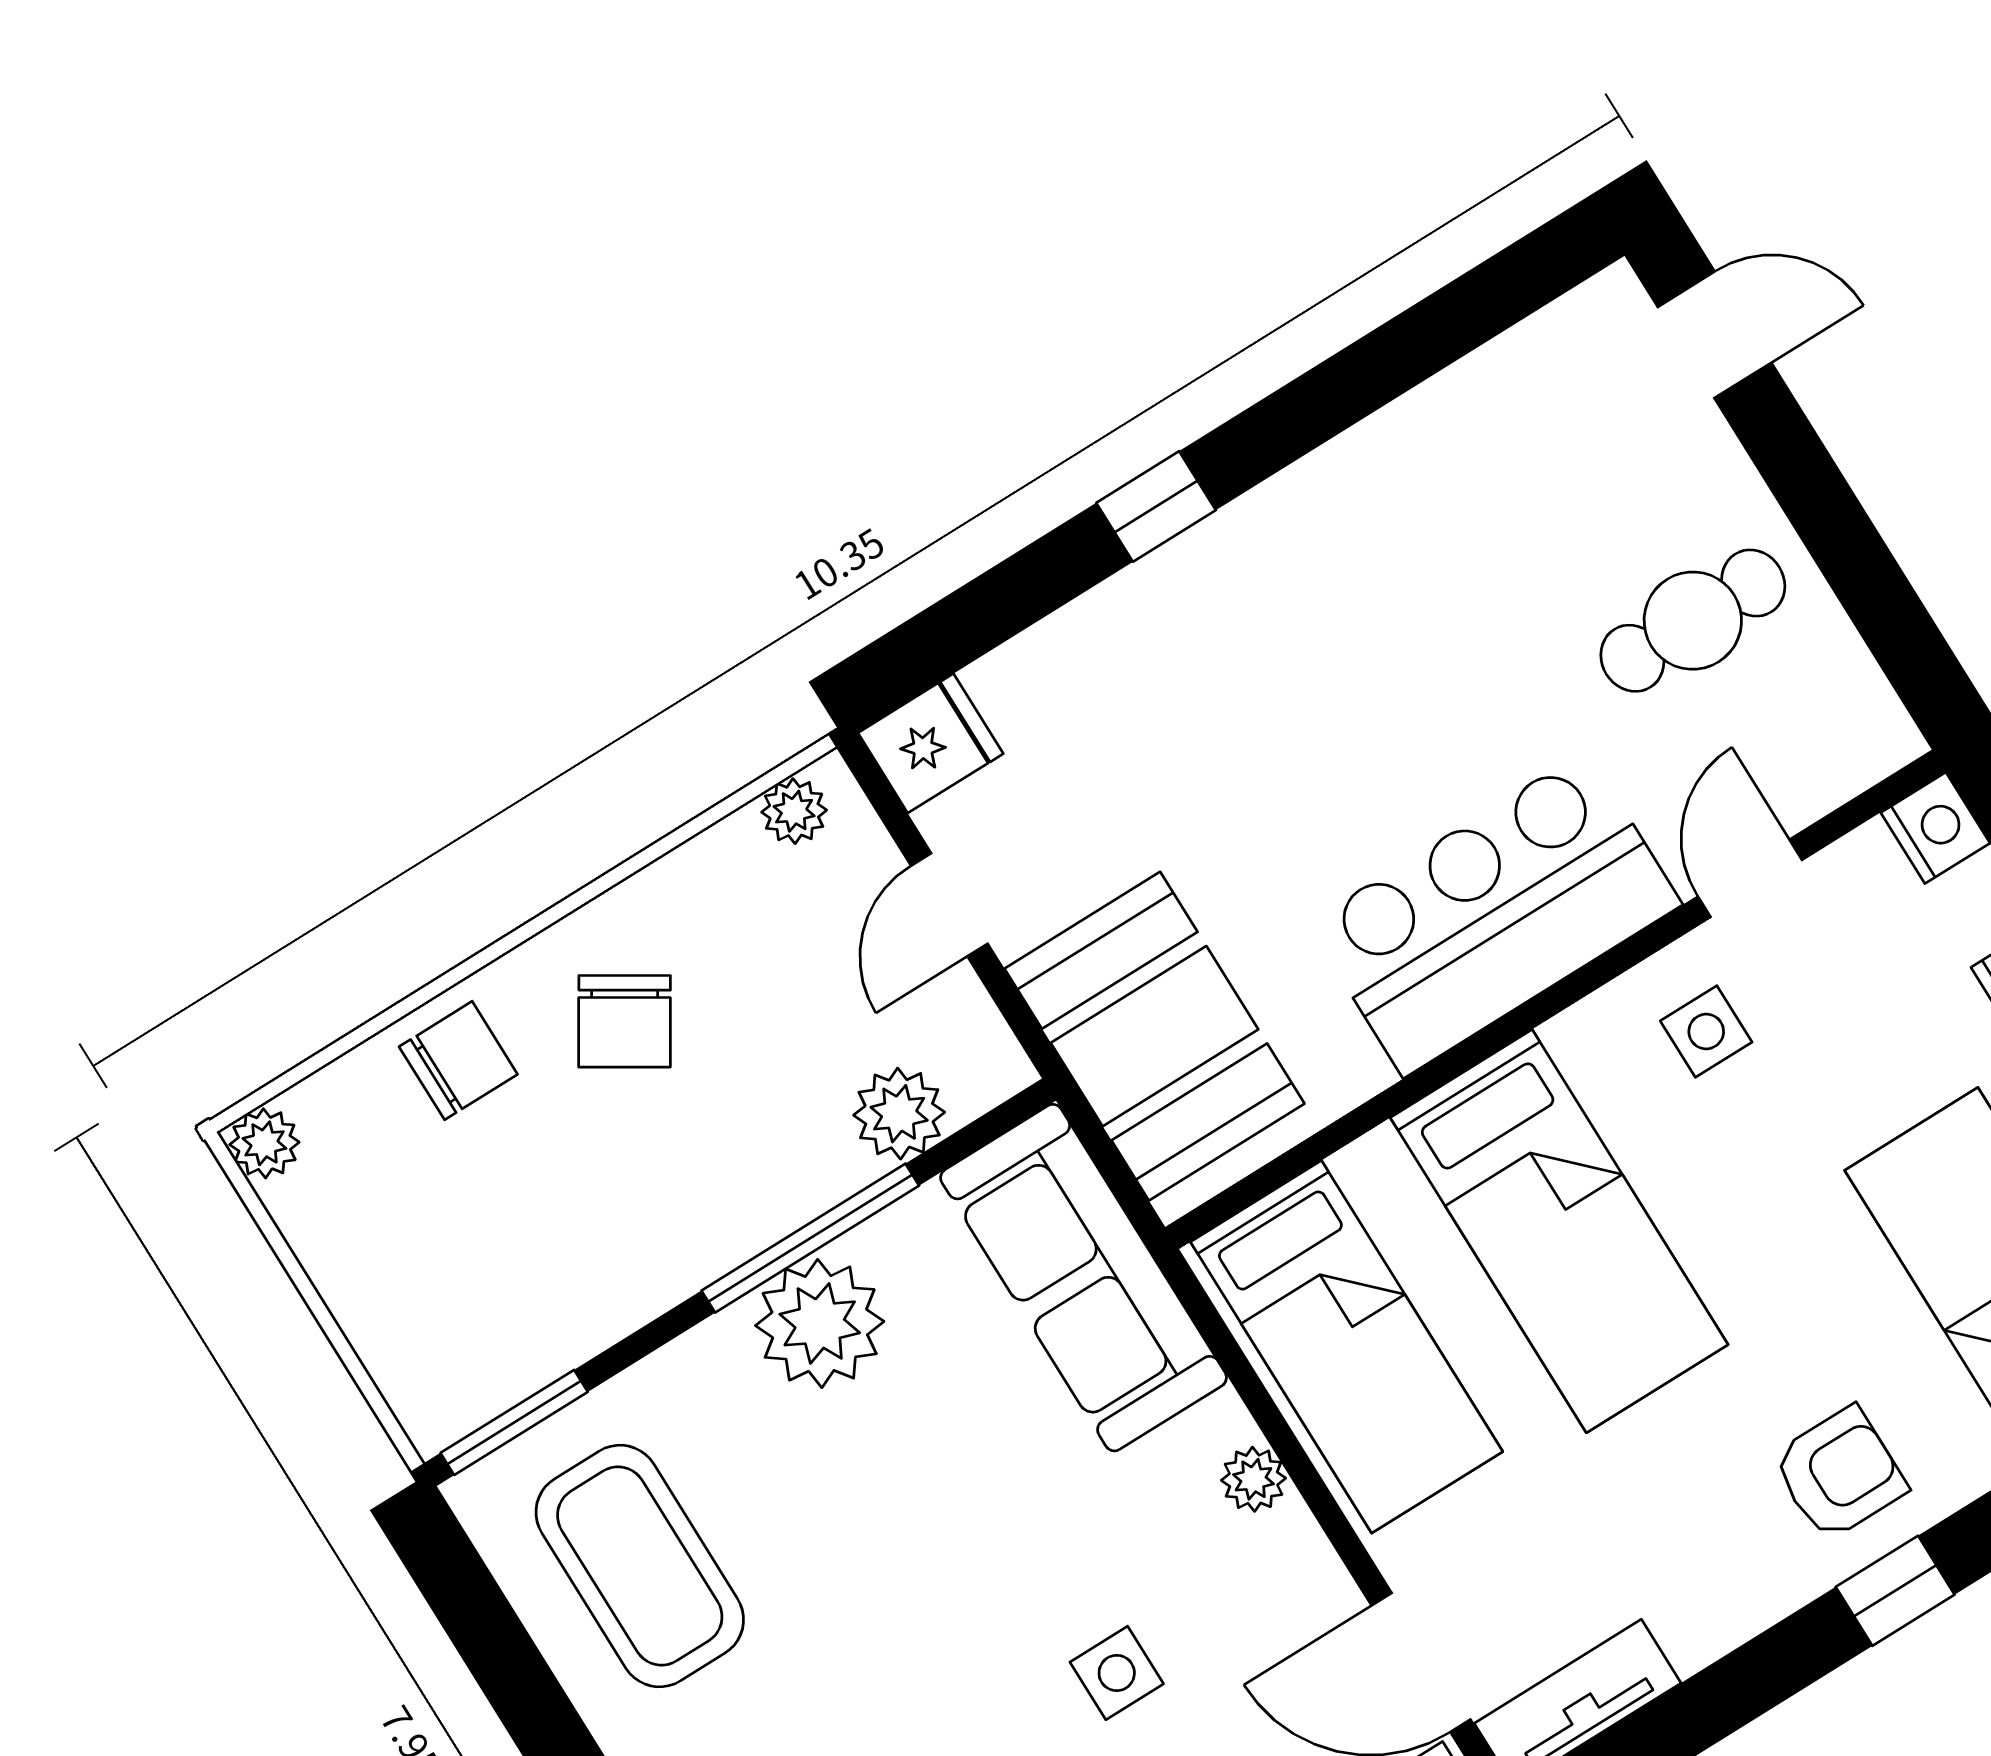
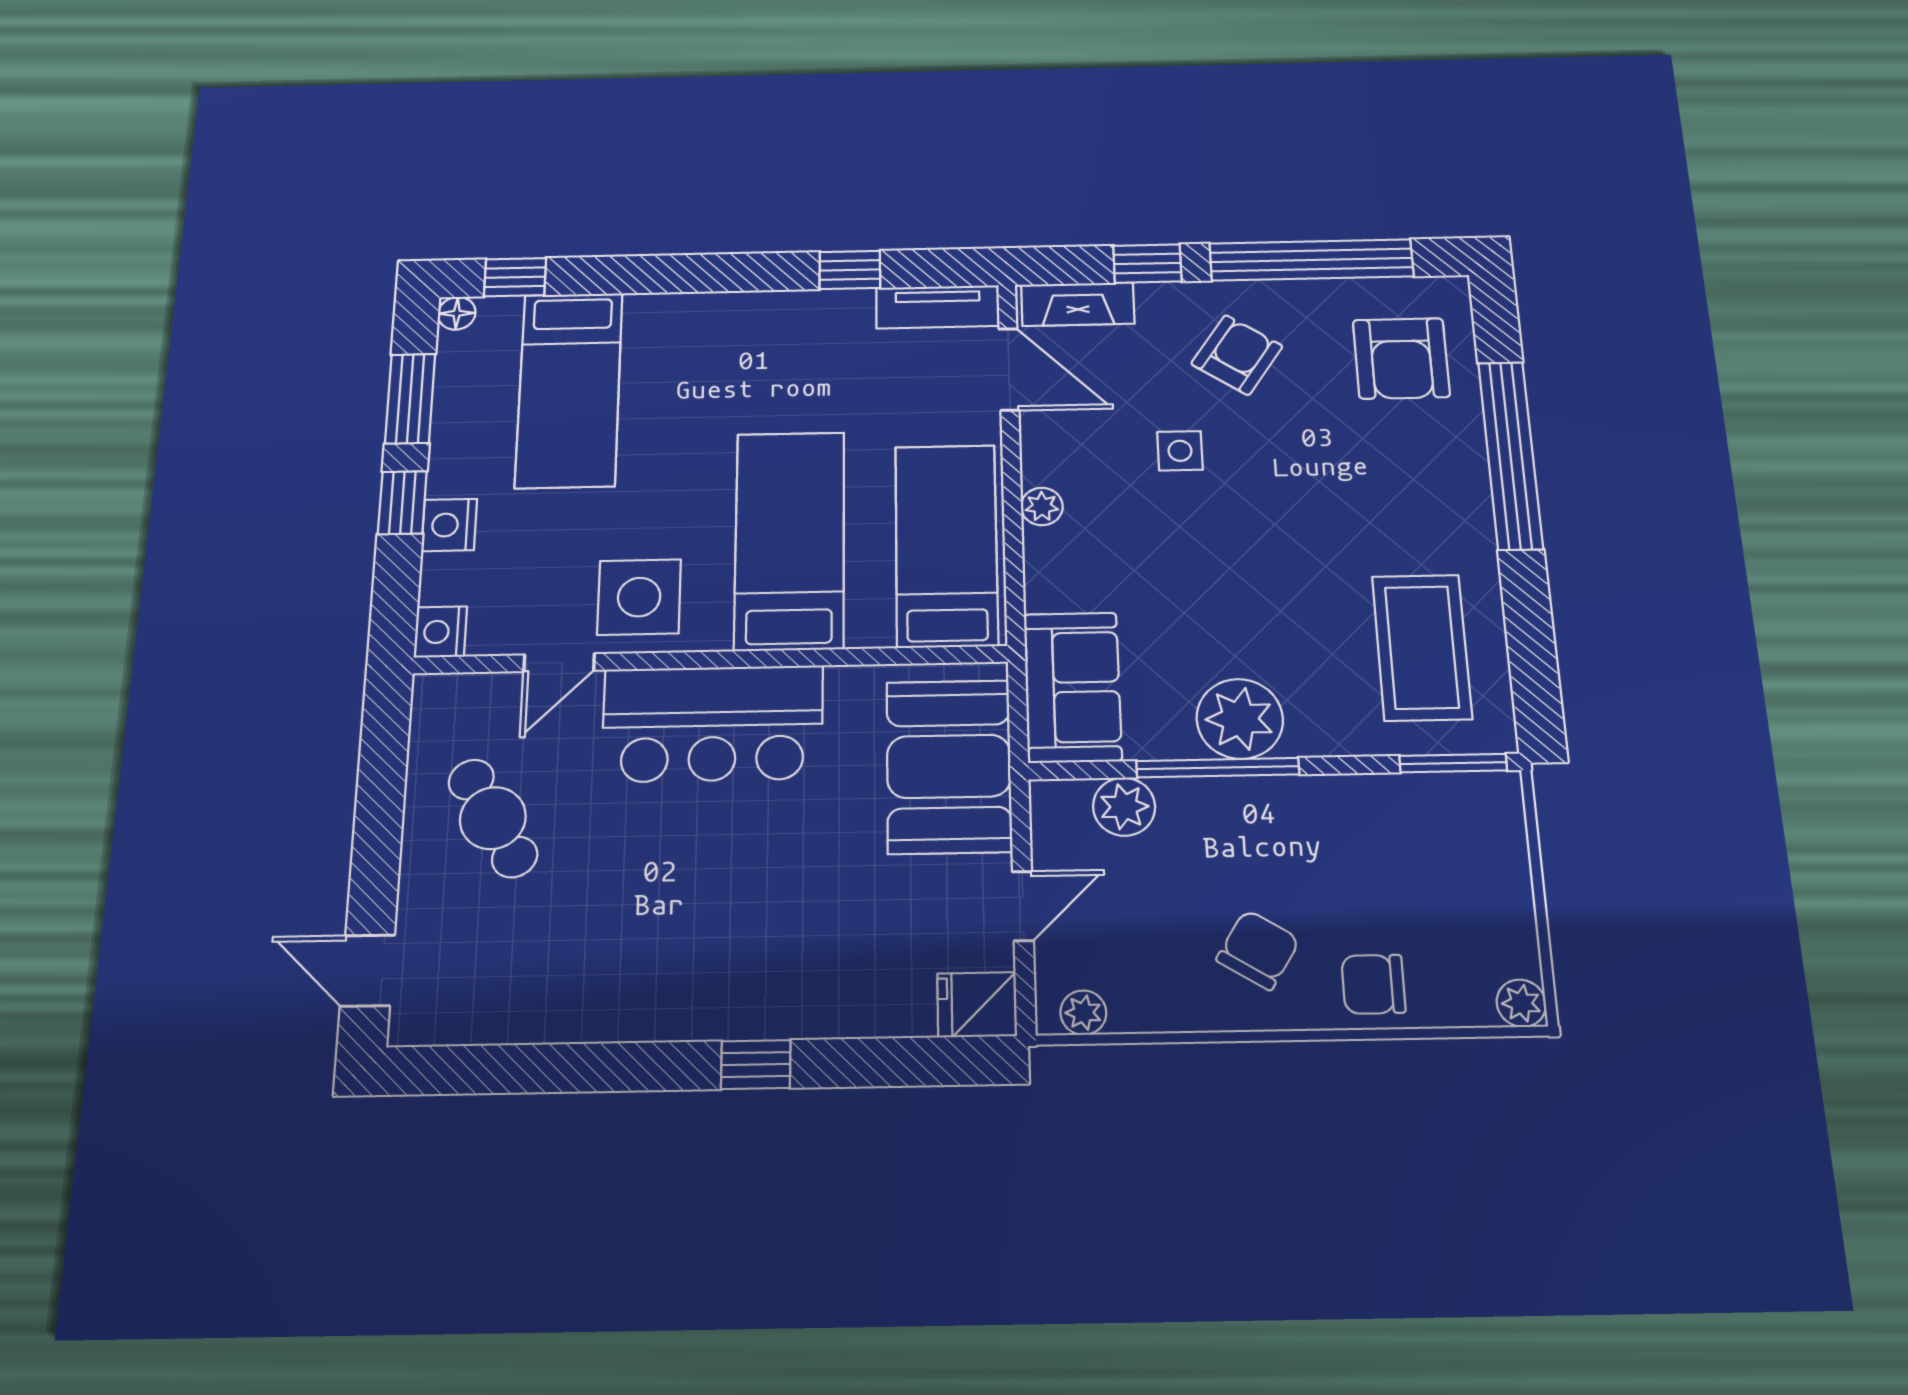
cafe table: (1693, 621) -> (493, 818), turned 60
side table: (1706, 1031) -> (639, 597), width x1.87, depth x1.87
sofa: (1084, 1278) -> (1072, 687), width x0.73
armchair: (1839, 1473) -> (723, 342), removed
window: (1895, 1591) -> (850, 270), moved

